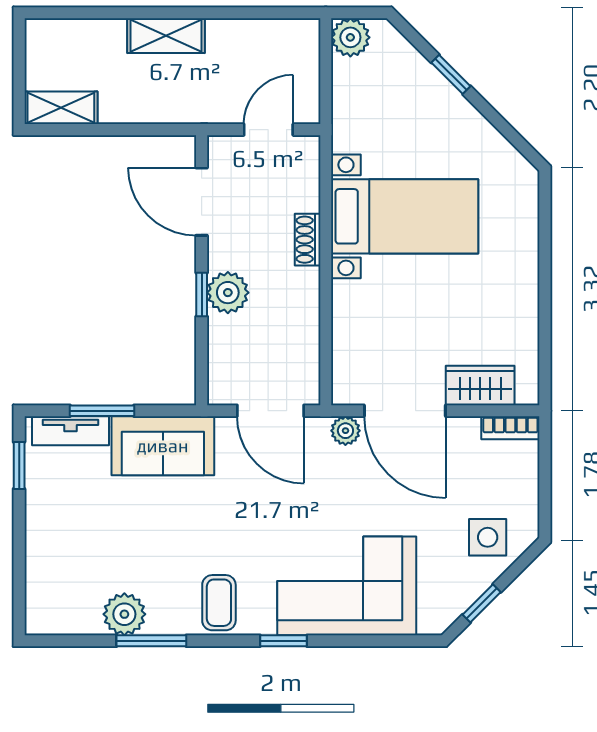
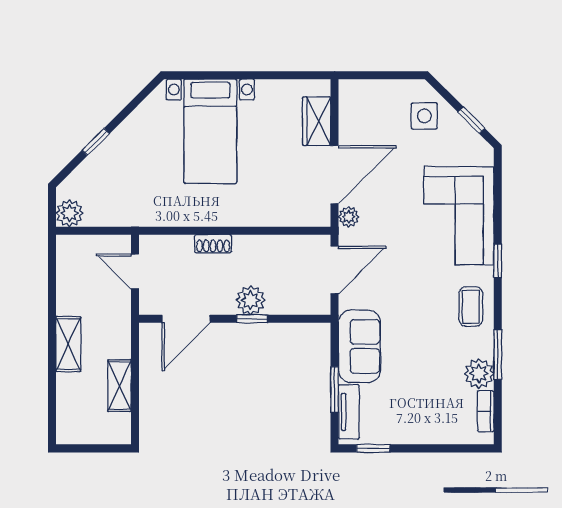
shelving: (61, 108) -> (119, 386), moved
bed with nightstands: (405, 216) -> (210, 131), moved, turned 180
bookcase: (510, 428) -> (486, 411), moved, turned 180
coffee table: (219, 603) -> (471, 307), turned 90

